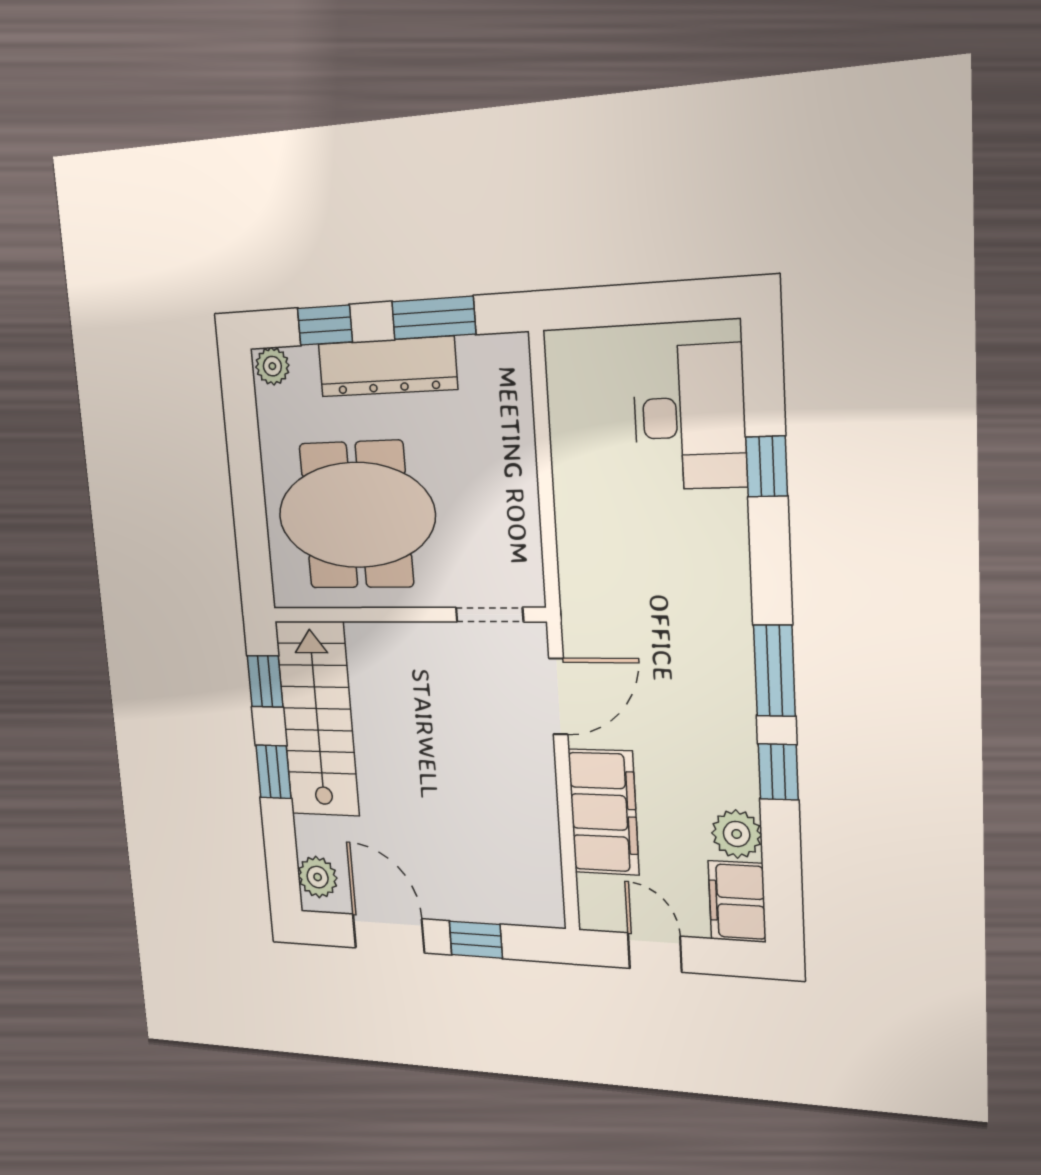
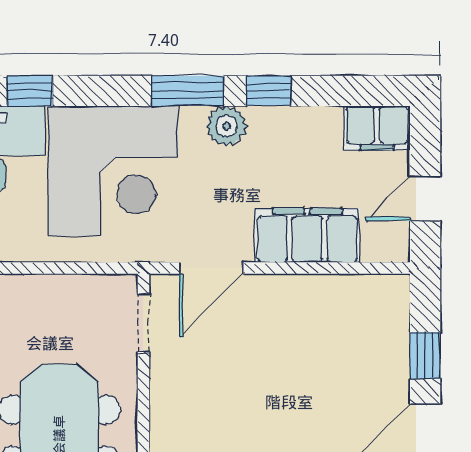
corner desk: (669, 576) -> (113, 171), added
door: (558, 696) -> (211, 268), swing flipped
plant: (737, 834) -> (226, 126), moved

